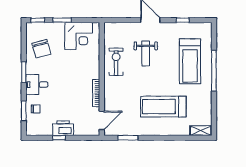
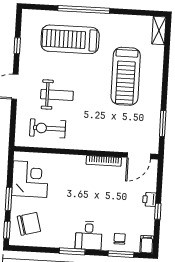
chair: (41, 49) -> (29, 224), moved
treadmill: (190, 61) -> (70, 39), turned 180
exercise bike: (116, 62) -> (48, 128), moved
door: (102, 120) -> (139, 156), swing flipped
printer: (63, 128) -> (149, 199), width x0.53, depth x0.68
filing cabinet: (33, 131) -> (147, 244), added

